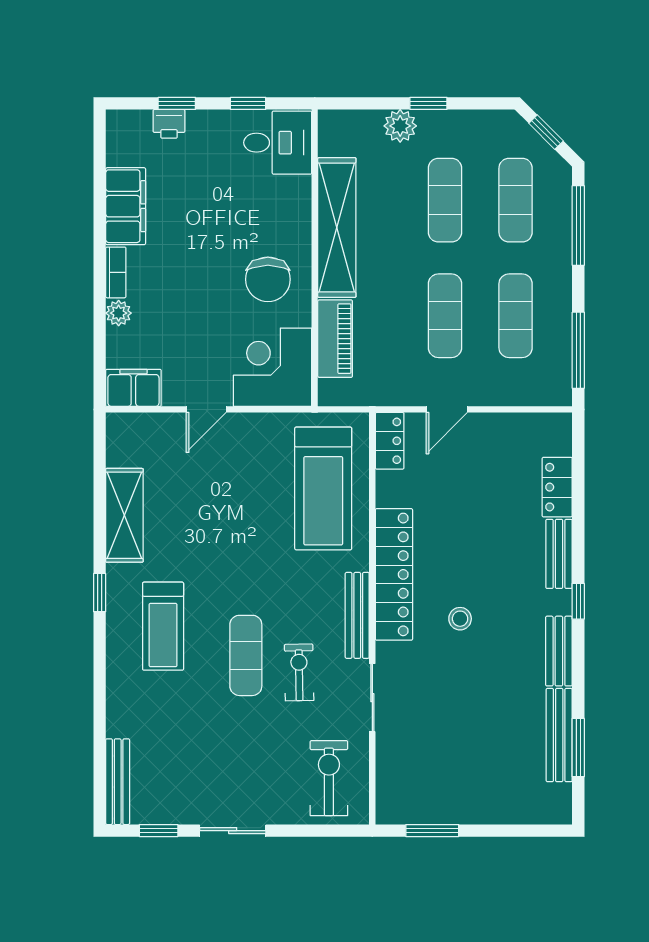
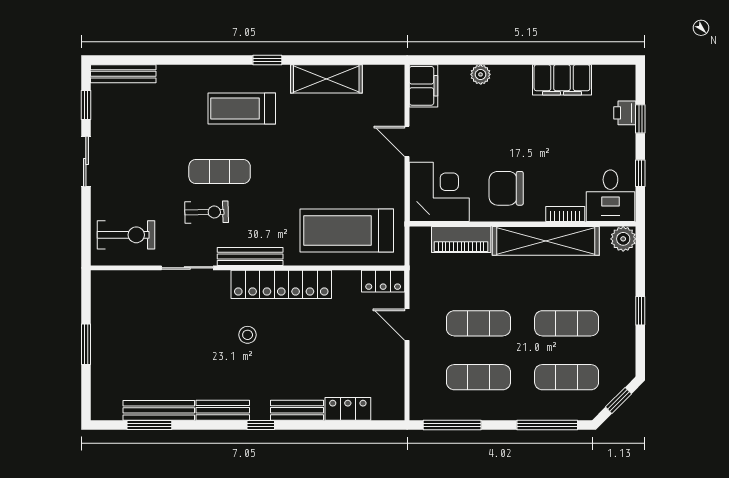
plant: (400, 126) -> (623, 239), moved
bookcase: (116, 272) -> (565, 214), moved, turned 180
window: (432, 831) -> (86, 344), moved

